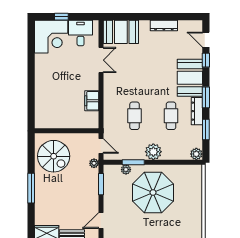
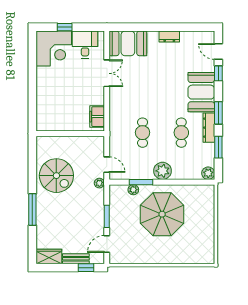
dresser: (164, 25) -> (169, 36), width x0.70
wall: (67, 131) -> (70, 134), moved
window: (101, 184) -> (107, 216), moved

